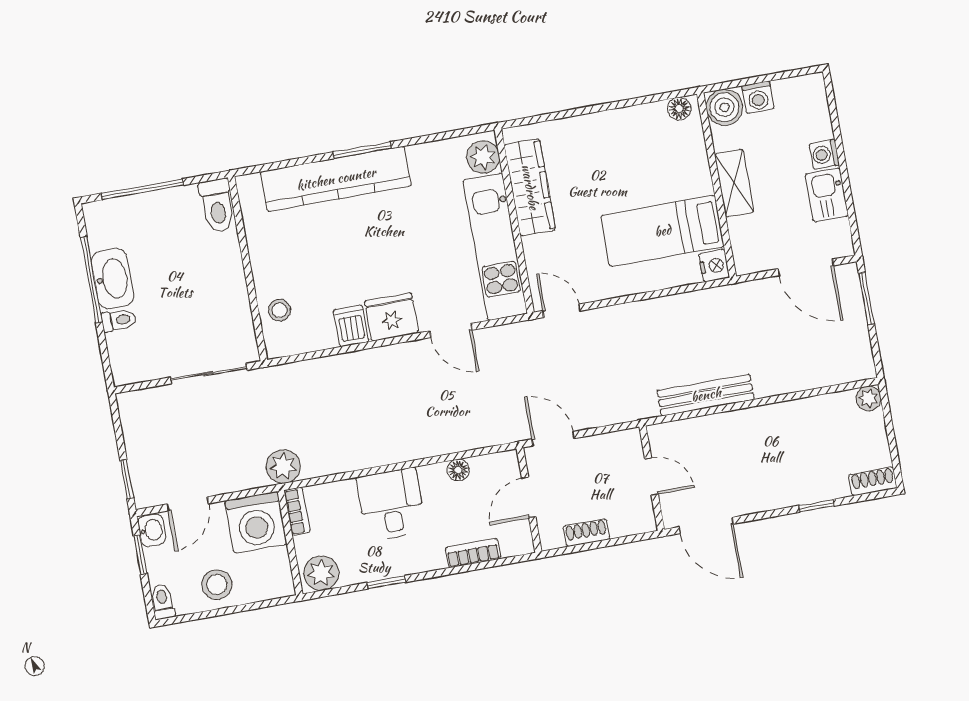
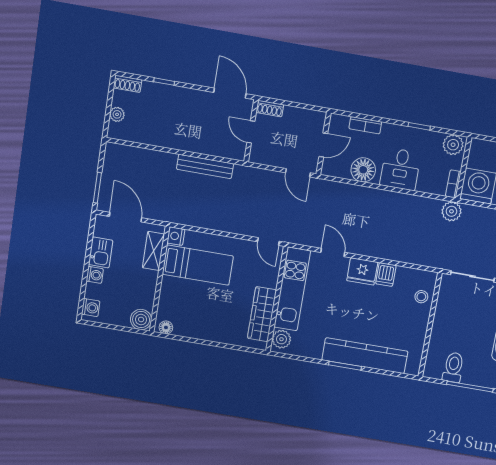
washing machine: (758, 97) -> (91, 308), moved, turned 90
shelving: (734, 183) -> (153, 251), moved
toilet: (217, 206) -> (453, 367), moved
plant: (868, 398) -> (117, 114), moved
floor lamp: (458, 470) -> (363, 170), width x1.89, depth x1.89
shoe rack: (586, 533) -> (270, 109), moved

